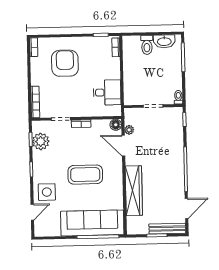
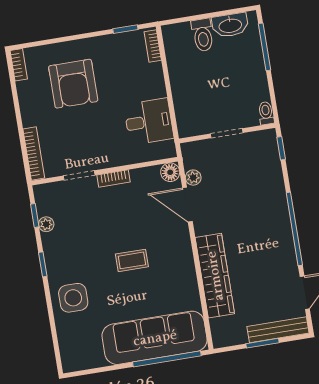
armchair: (65, 63) -> (73, 84), turned 180
plant: (41, 141) -> (46, 224), width x0.53, depth x0.53
coffee table: (85, 175) -> (132, 260), width x0.54, depth x0.58
door: (32, 212) -> (54, 334), removed

